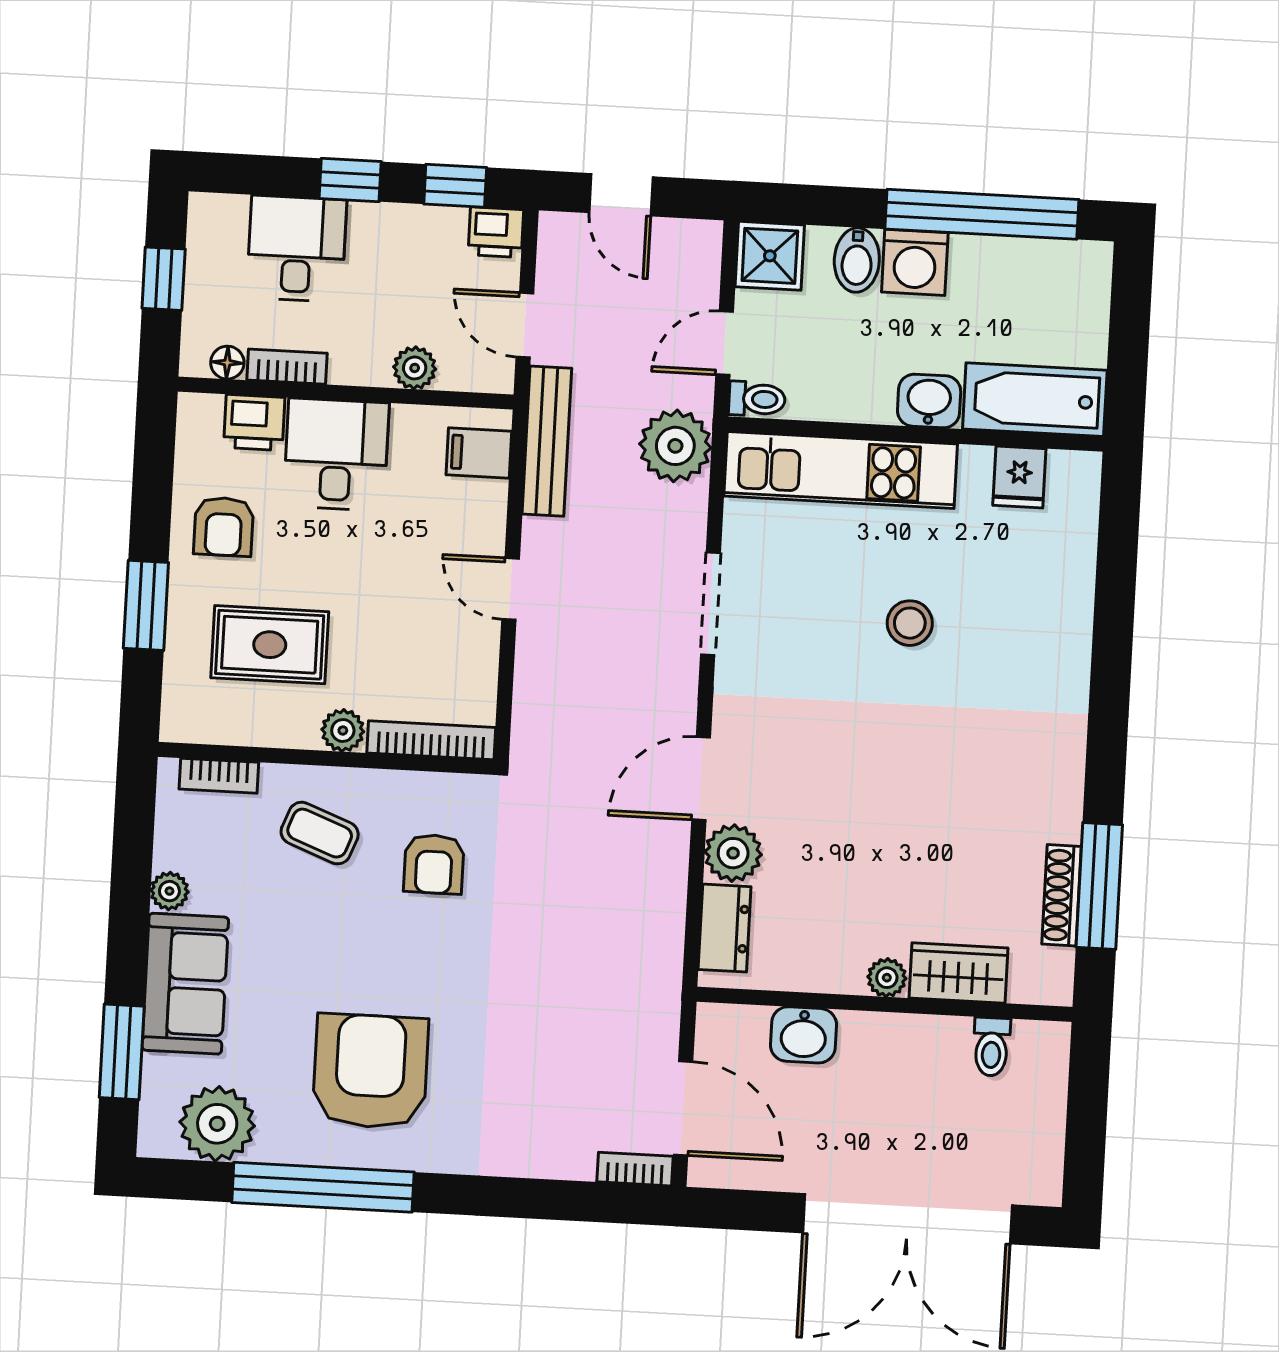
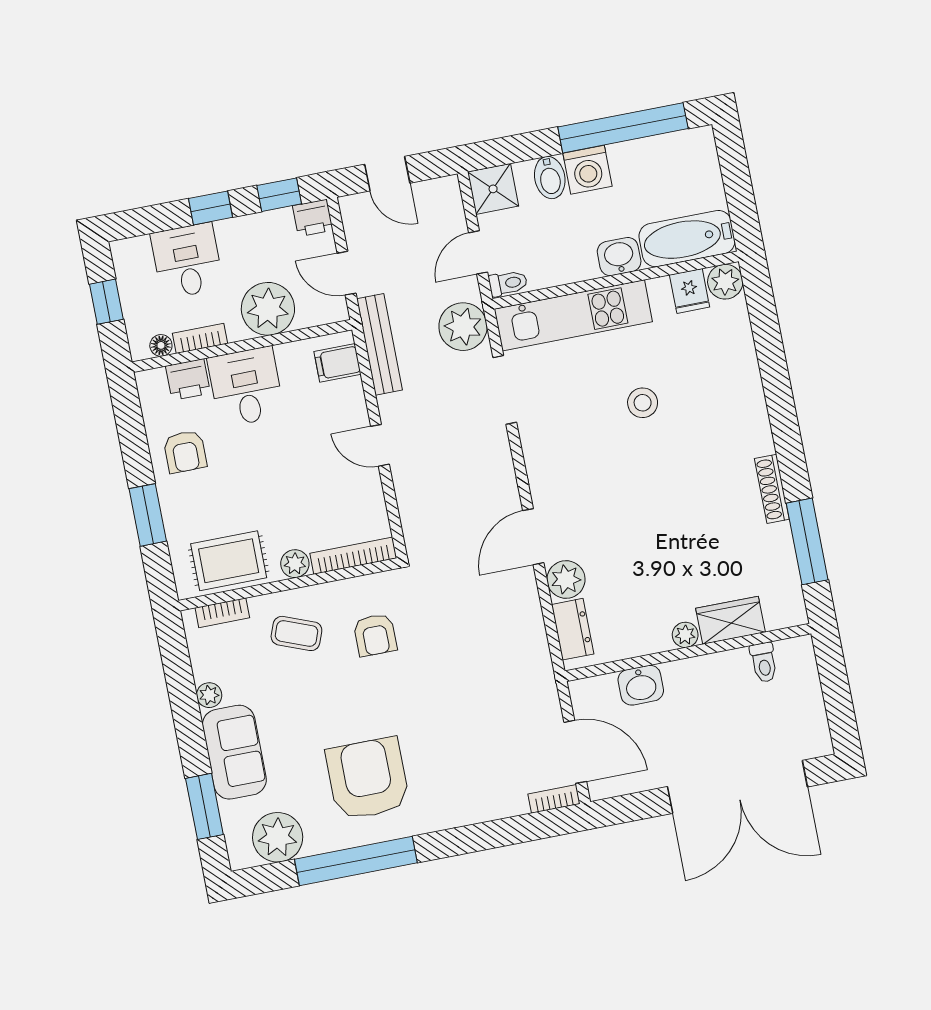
plant: (415, 368) -> (268, 309), width x1.87, depth x1.87
plant: (1075, 477) -> (725, 282), added
doorway: (711, 604) -> (505, 390), moved
rug: (270, 645) -> (229, 561), moved
shoe rack: (1062, 895) -> (772, 489), moved

